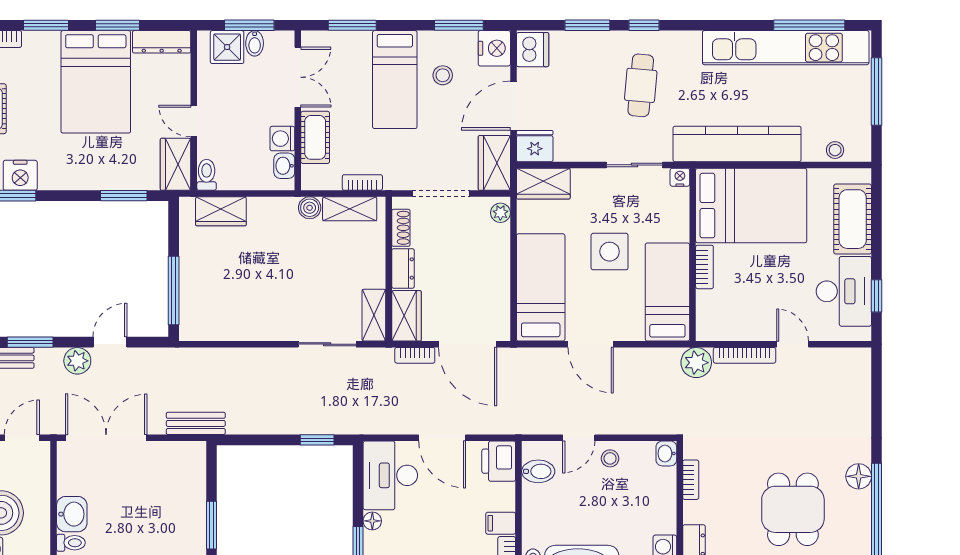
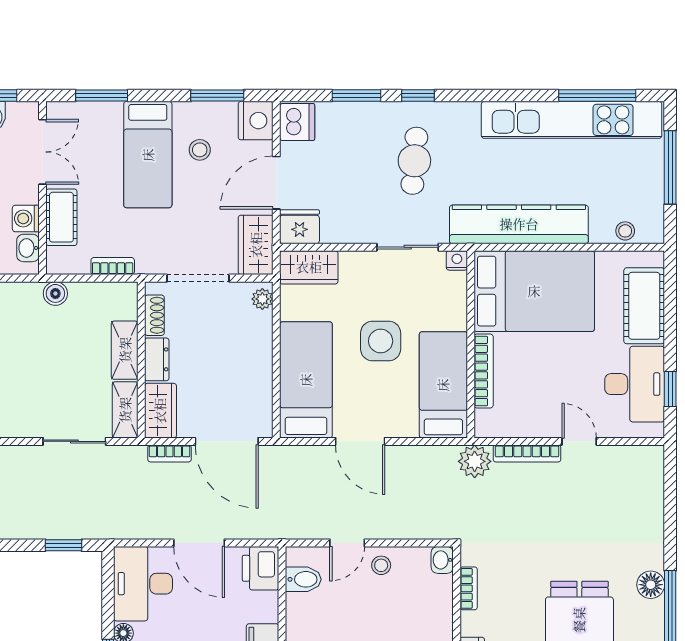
shelving: (350, 209) -> (125, 350), moved, turned 90
bookcase: (704, 267) -> (484, 371), width x1.56

